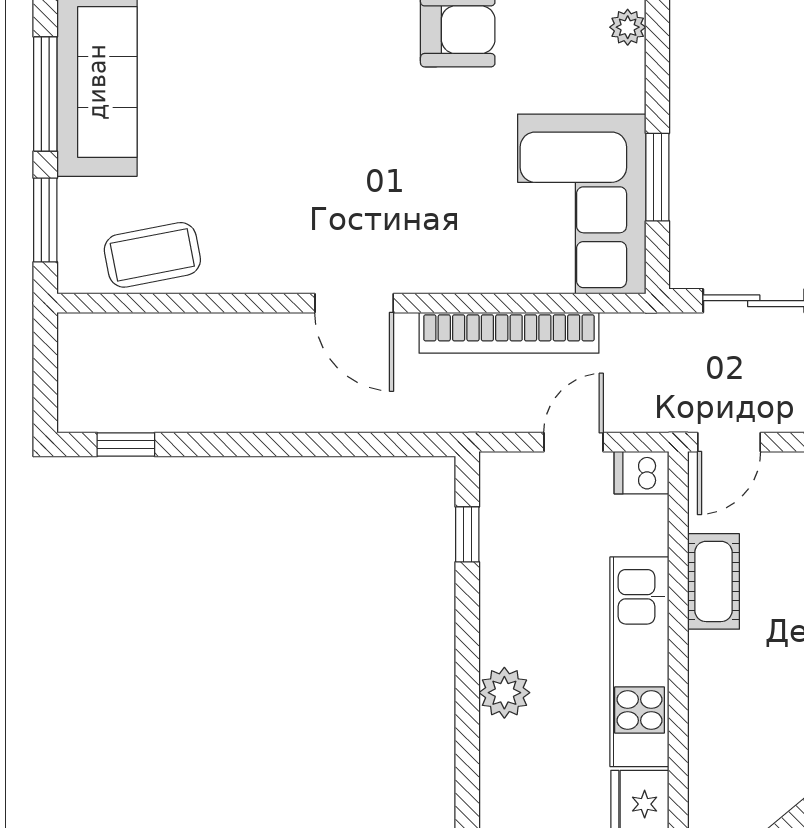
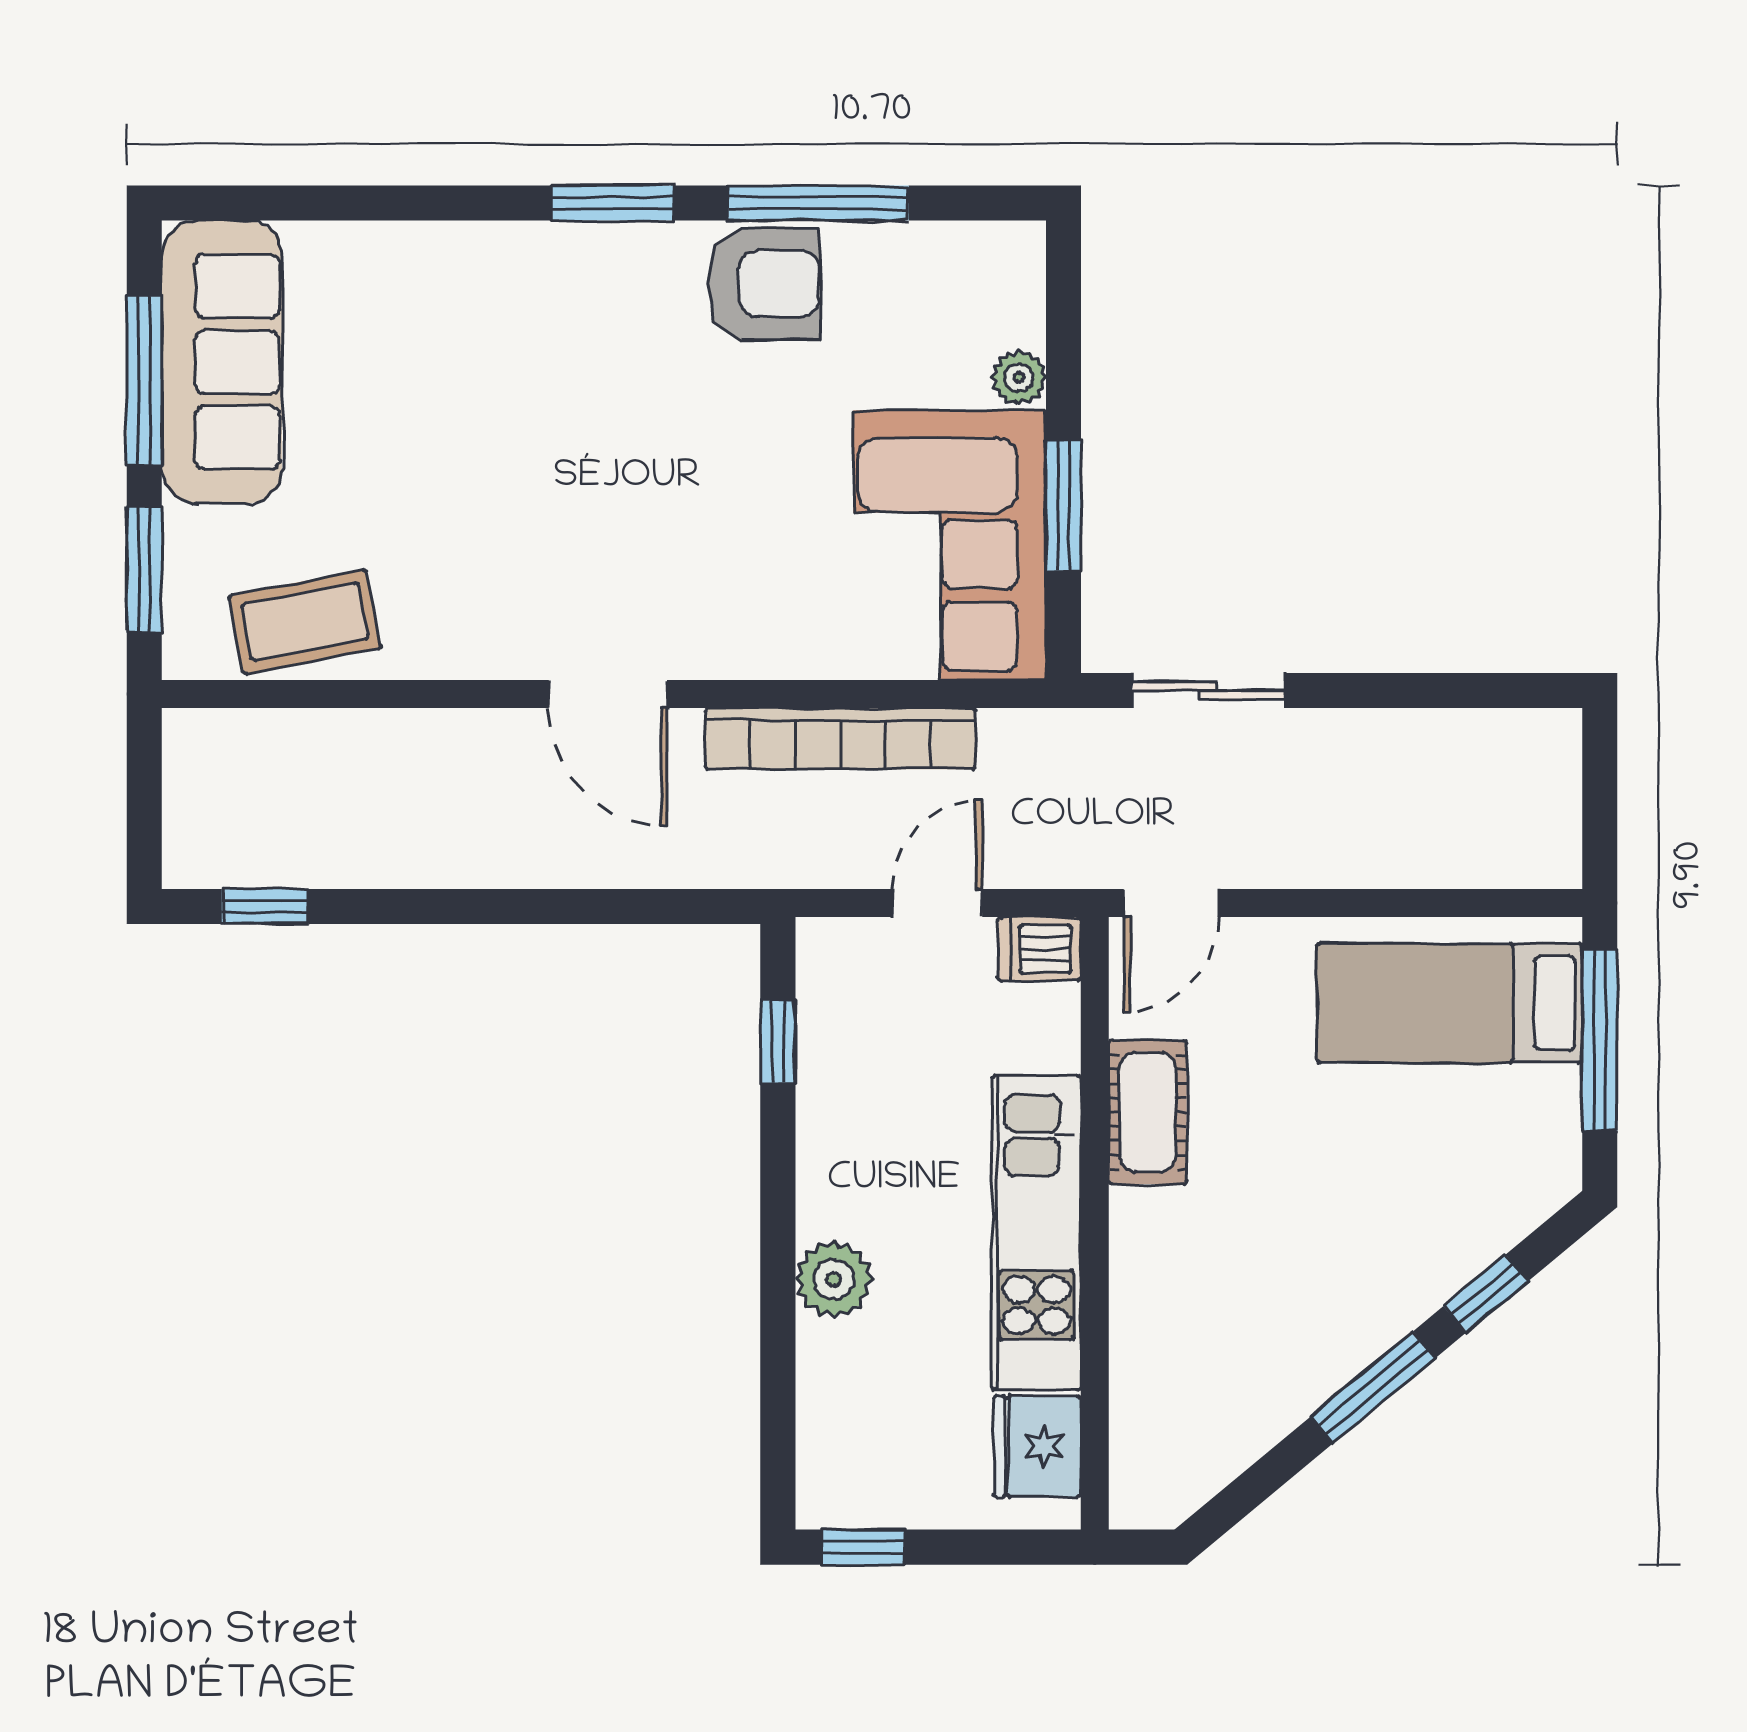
plant: (628, 27) -> (1019, 377), moved

